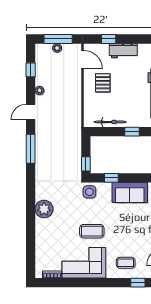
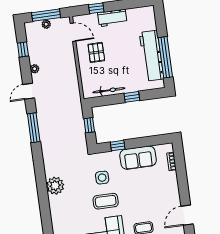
window: (86, 164) -> (89, 125), moved
side table: (89, 192) -> (102, 178), moved

